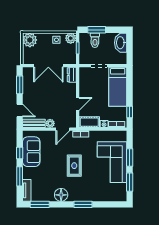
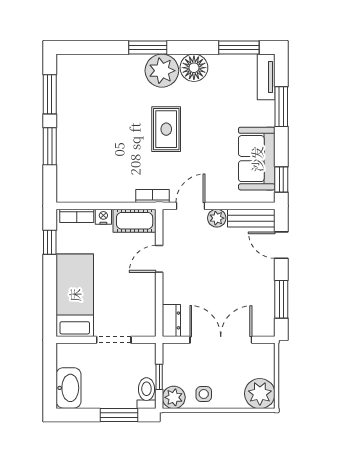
toilet: (95, 40) -> (146, 393), moved
window: (20, 153) -> (281, 180), moved
corner sofa: (112, 162) -> (87, 136), removed
plant: (76, 193) -> (162, 71), added

